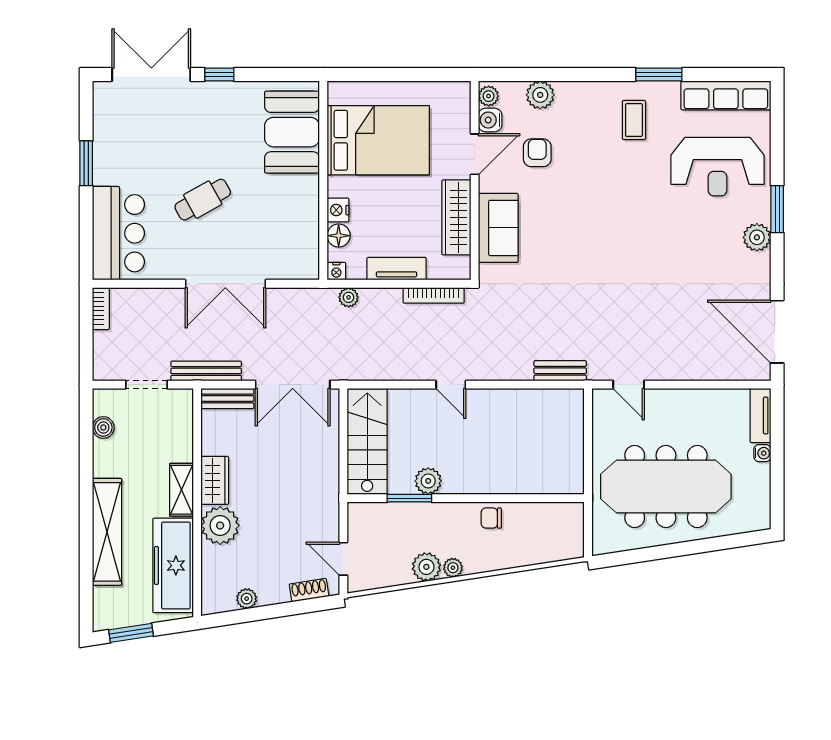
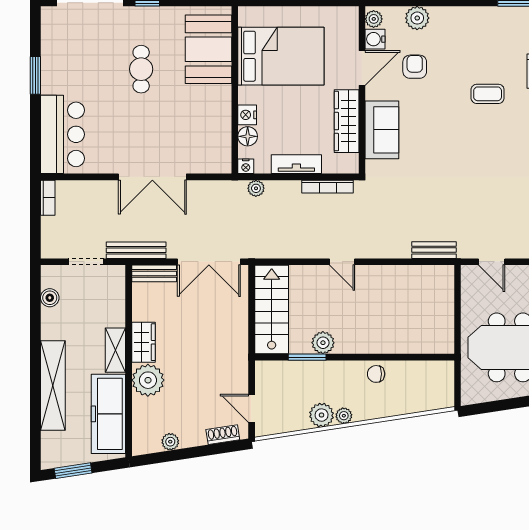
coffee table: (634, 120) -> (488, 94), moved, turned 90
cafe table: (203, 200) -> (141, 69), moved, turned -61

